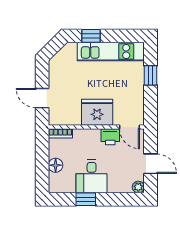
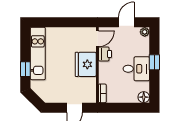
window: (151, 75) -> (57, 22), removed
floor lamp: (56, 165) -> (144, 97), moved
window: (86, 199) -> (154, 62), moved

